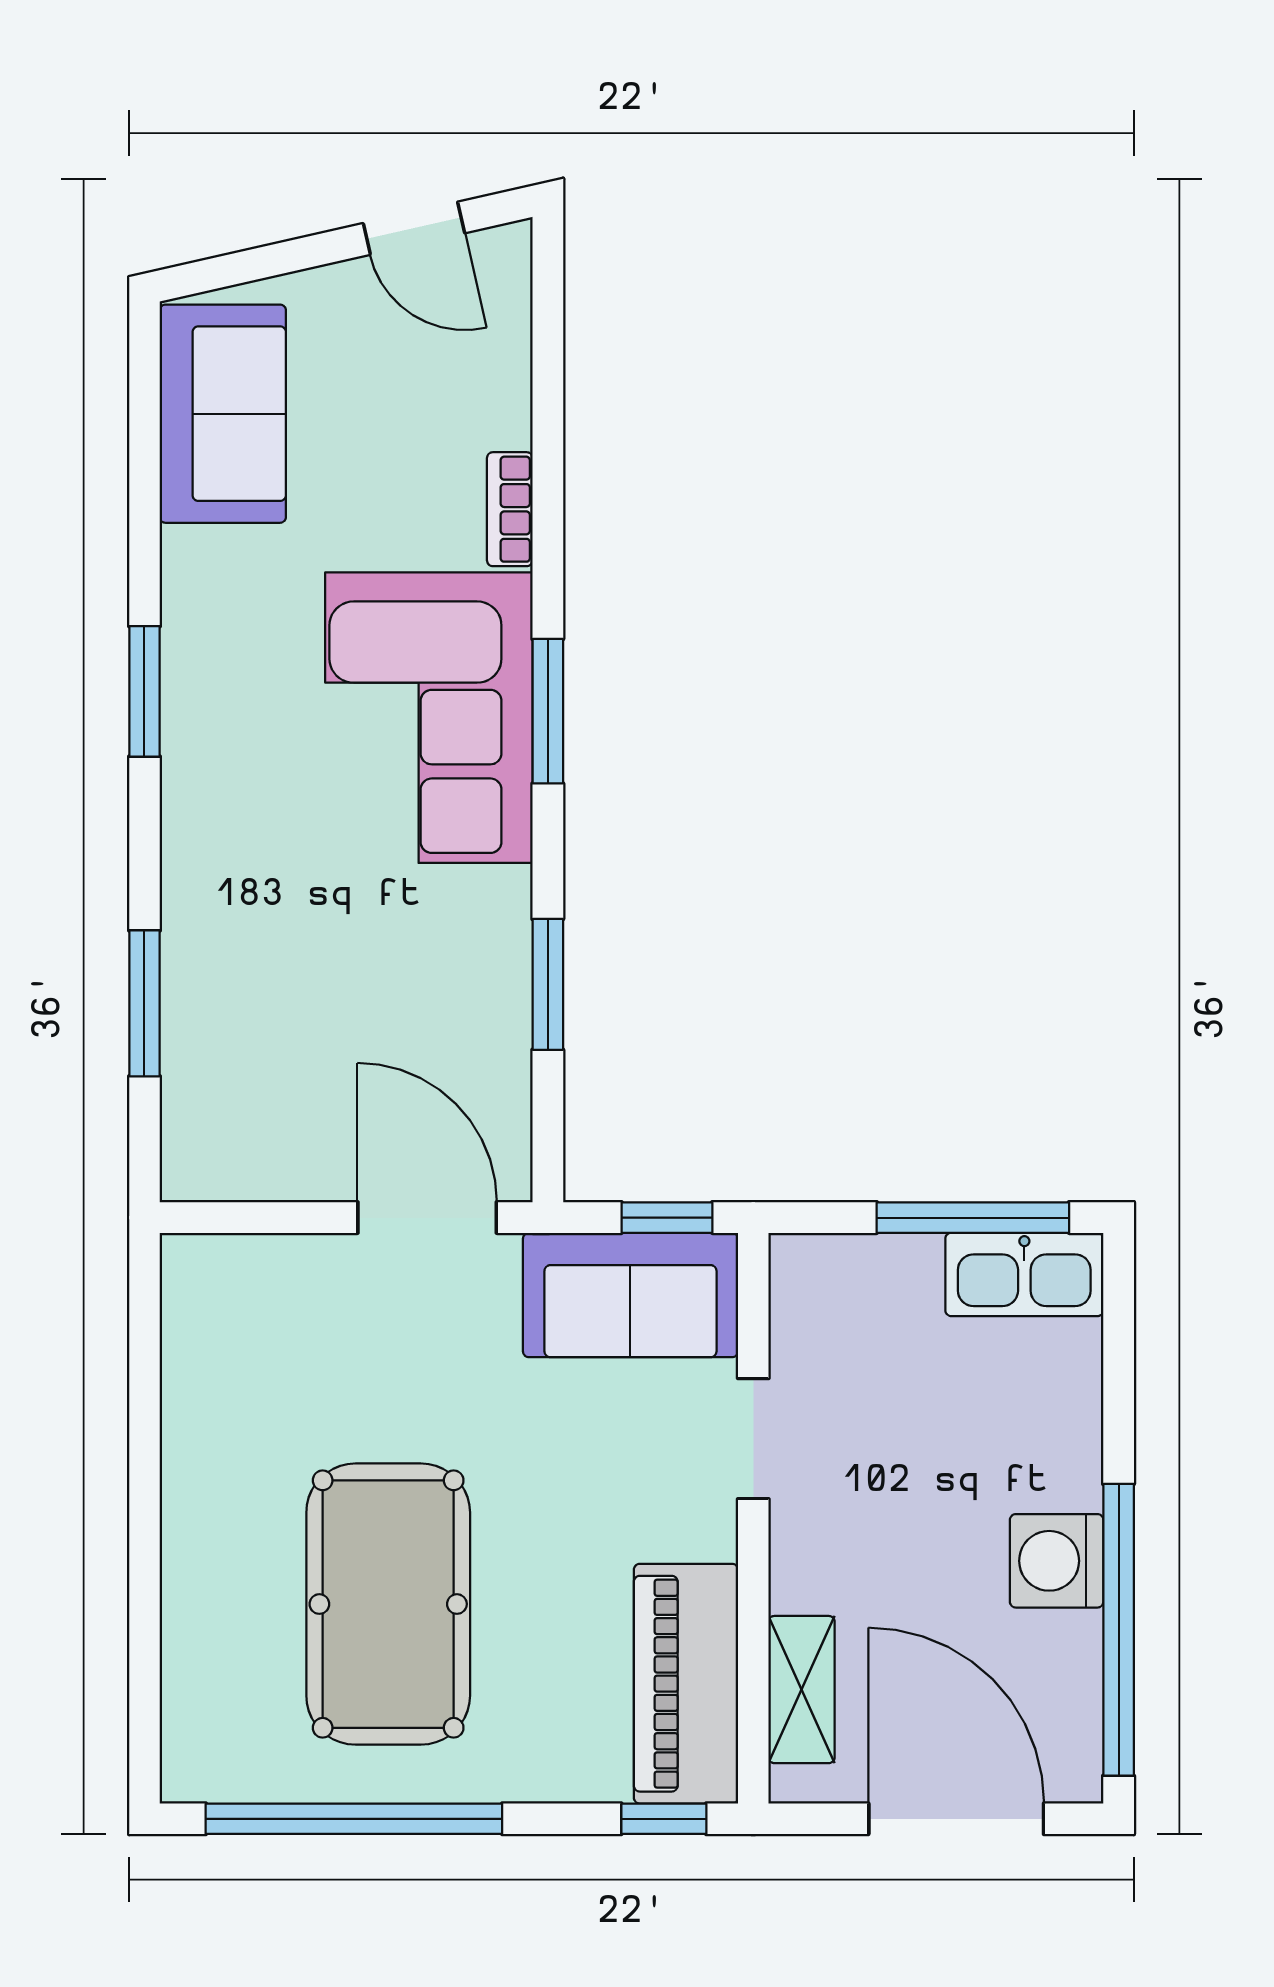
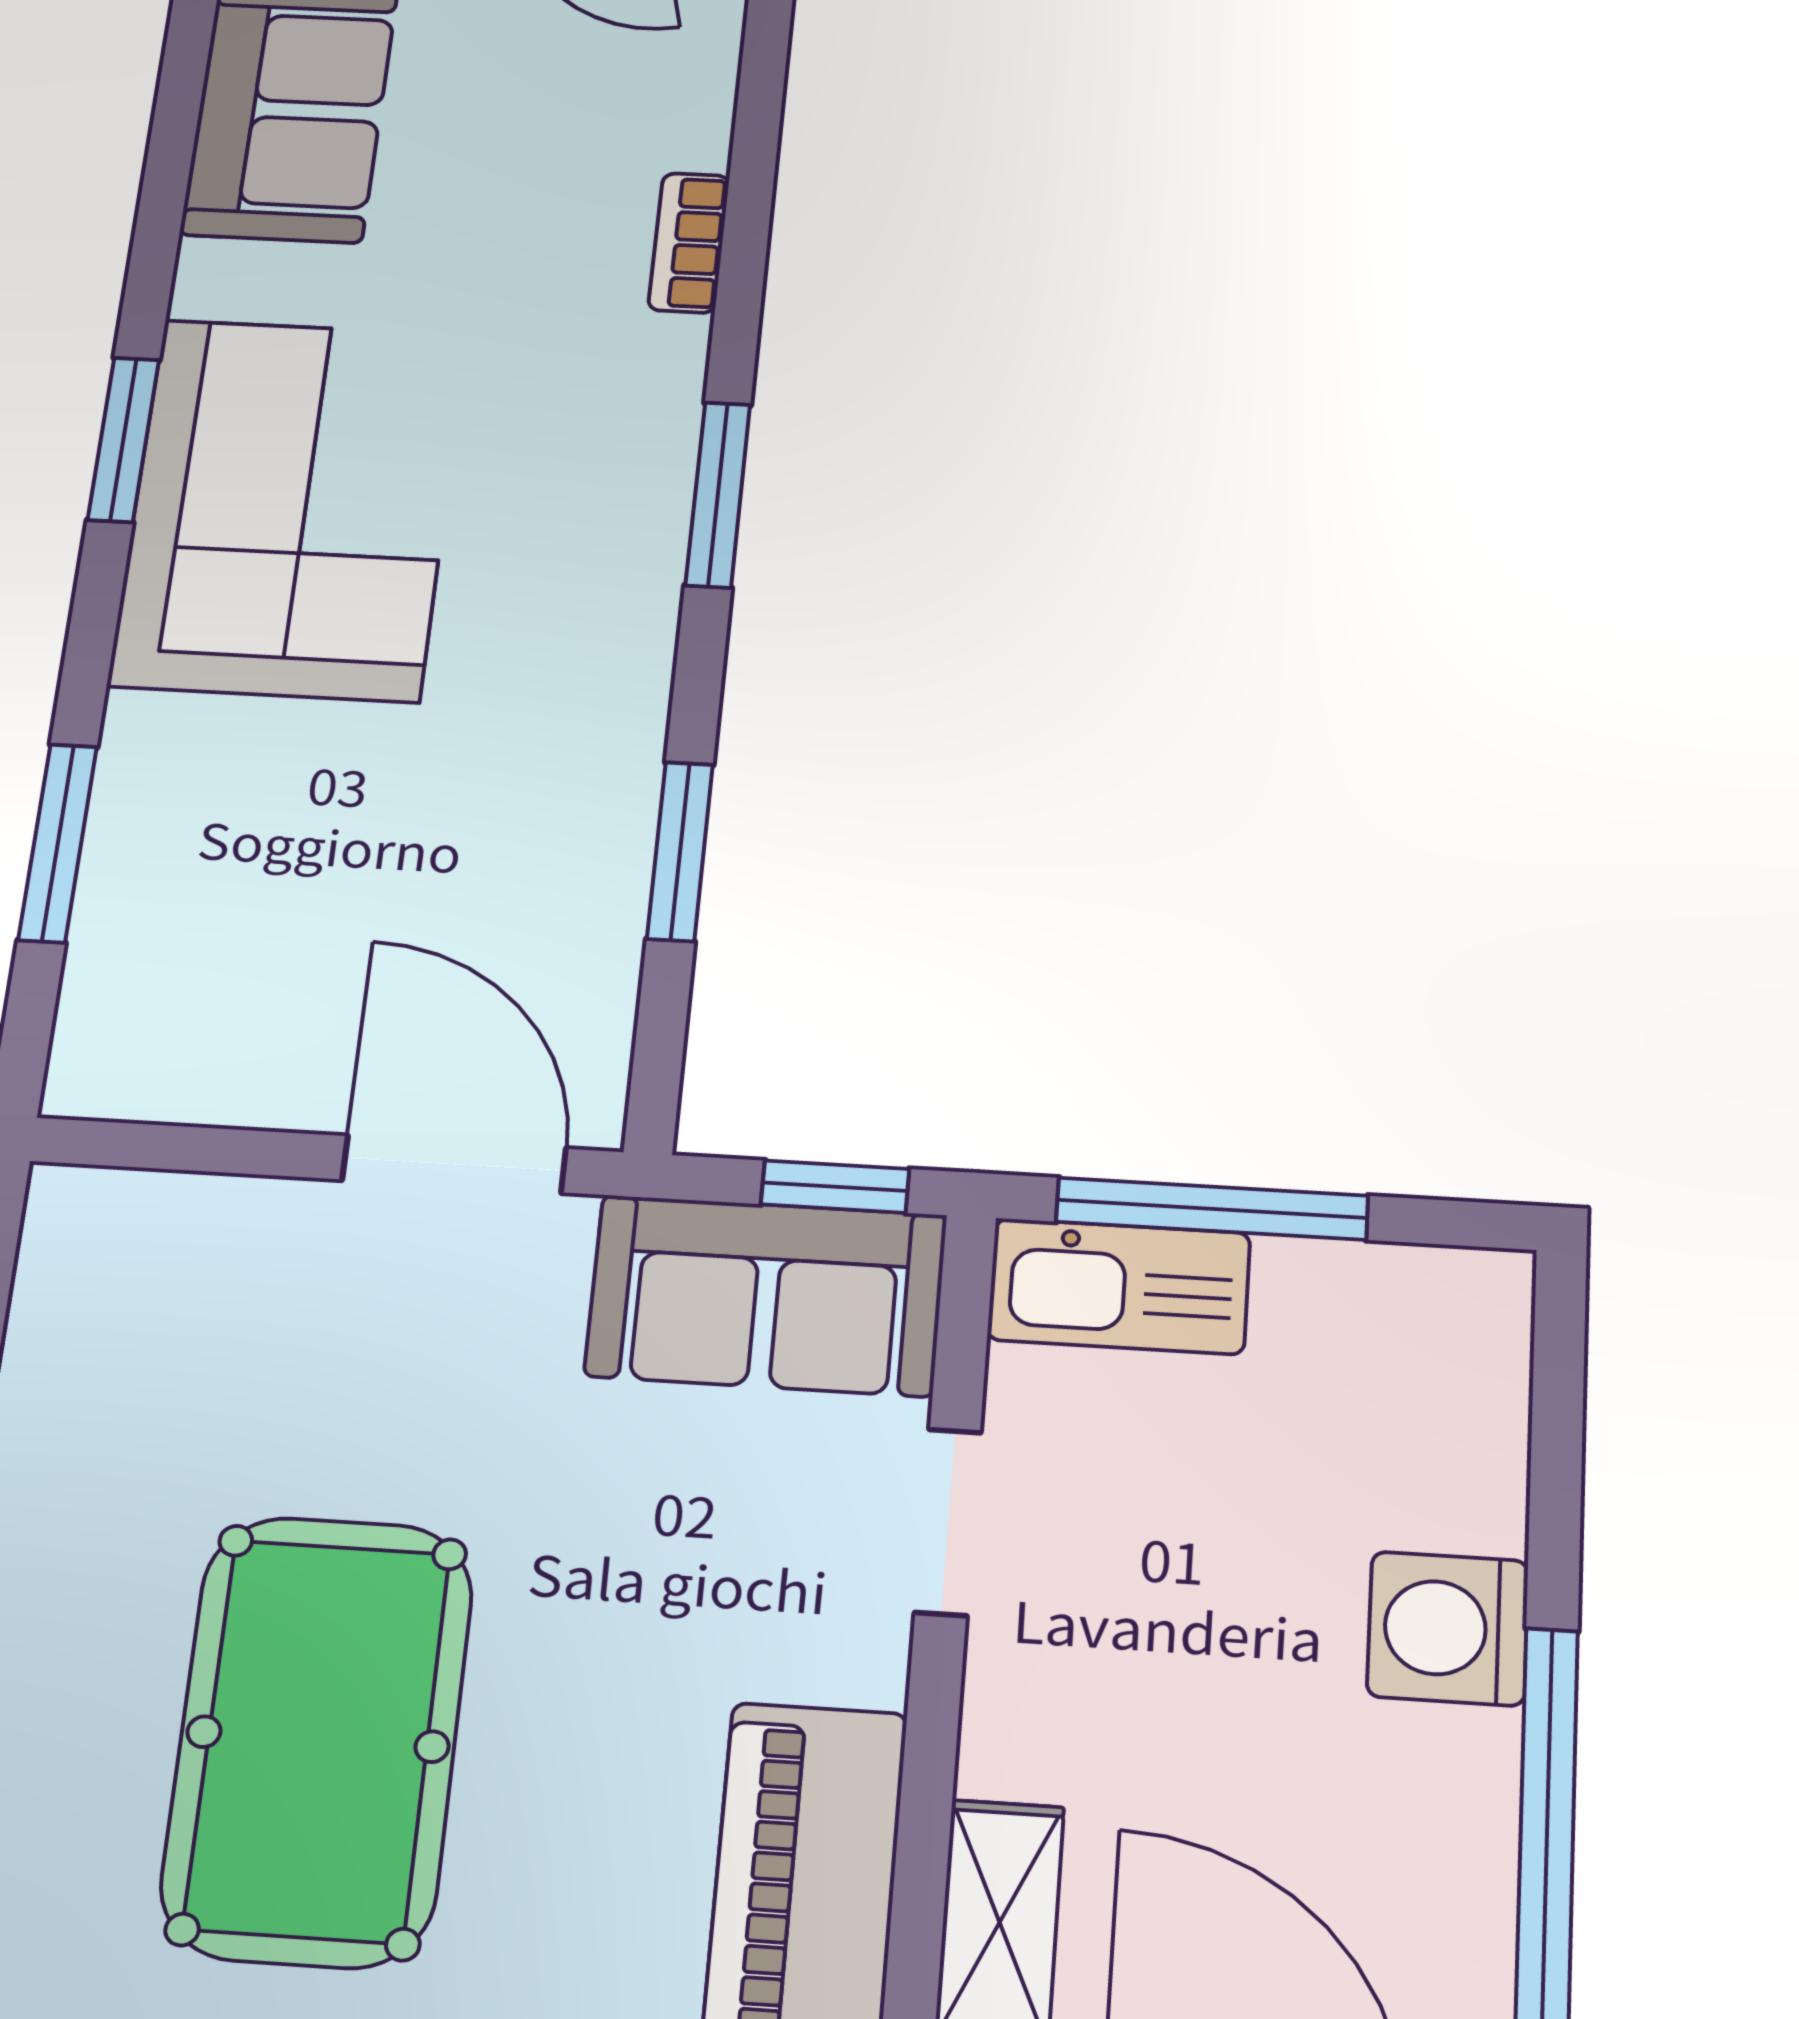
corner sofa: (429, 718) -> (290, 508), moved, turned 180
window: (973, 1218) -> (1212, 1209), moved
kitchen sink: (1024, 1274) -> (1119, 1286), moved
washing machine: (1057, 1561) -> (1448, 1628), moved

